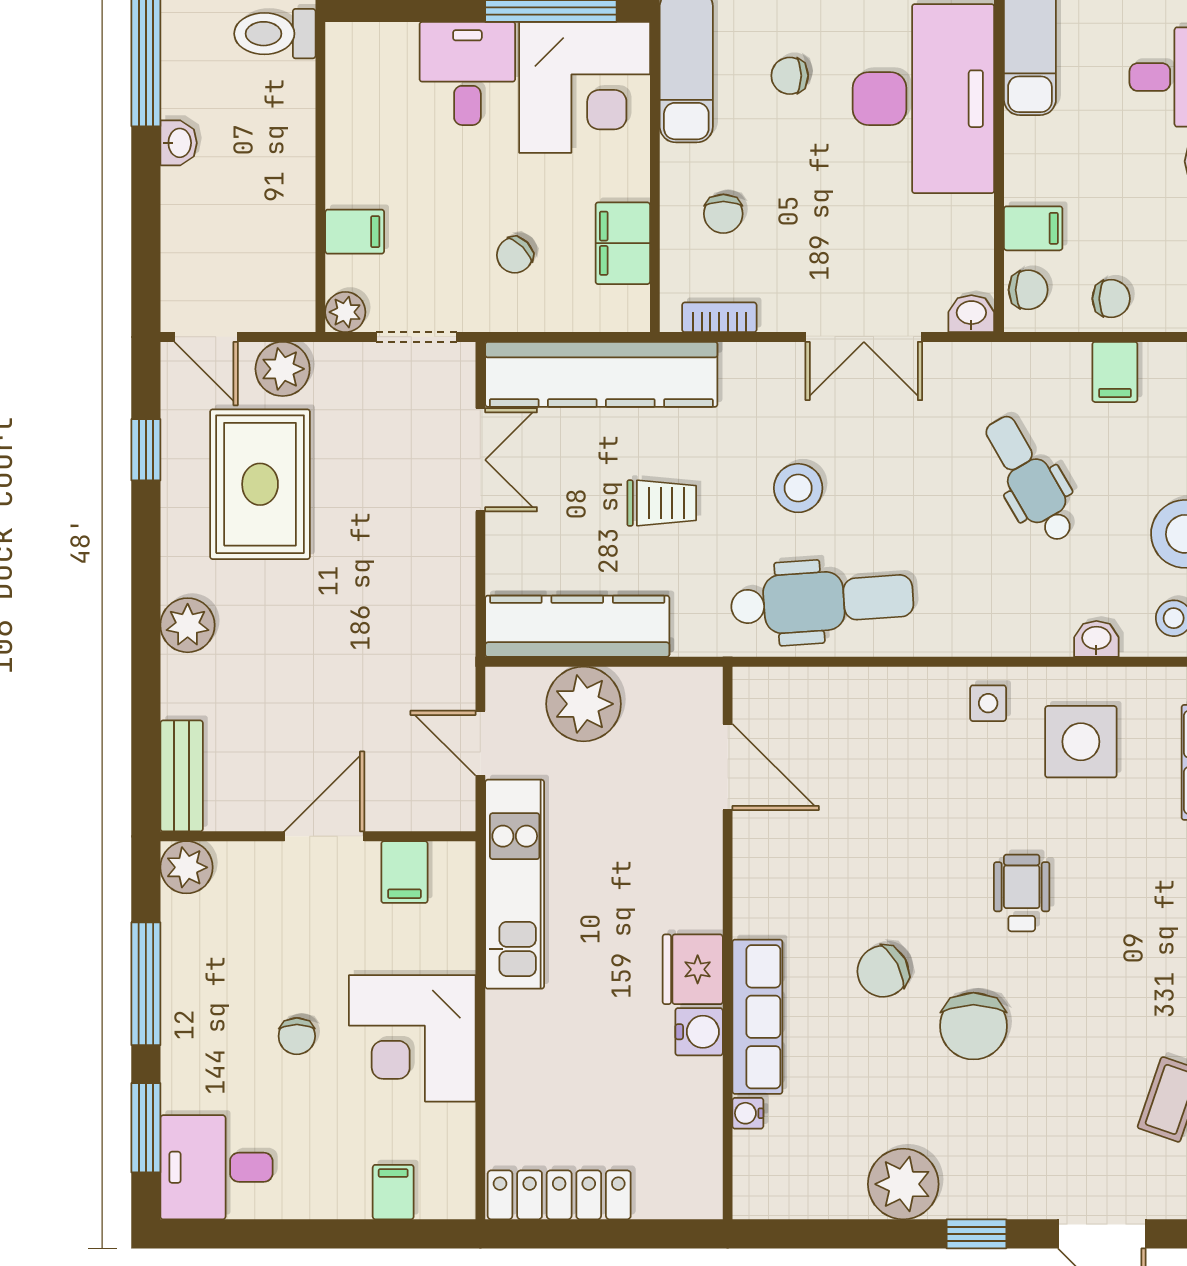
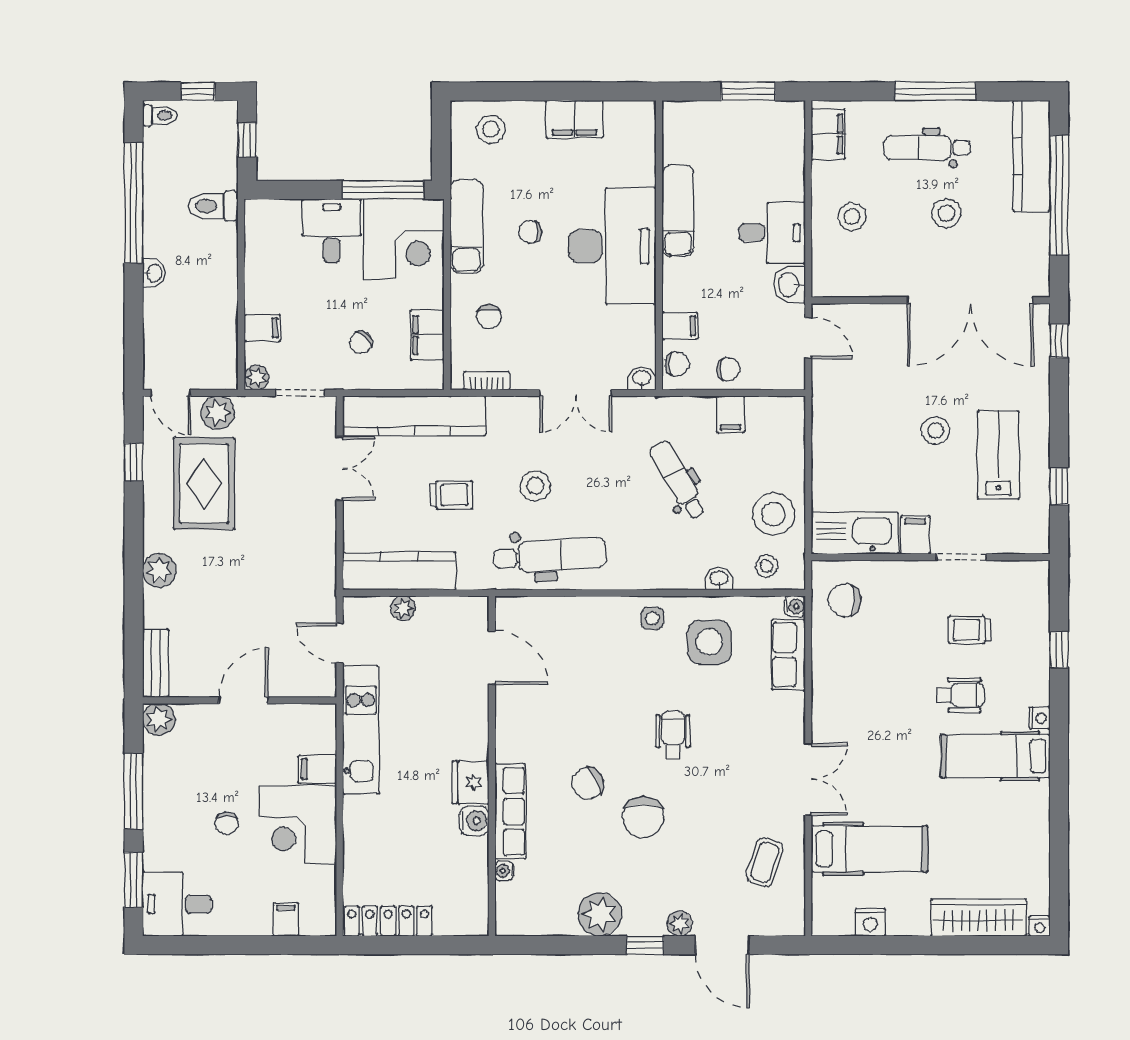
plant: (584, 704) -> (403, 608), width x0.53, depth x0.53
filing cabinet: (404, 872) -> (318, 769), moved, turned 90
plant: (1032, 1199) -> (680, 923), added

